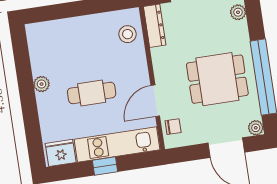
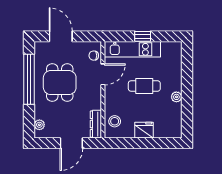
dining table: (217, 79) -> (60, 83), turned 90
plant: (256, 128) -> (39, 47), removed
fridge: (61, 153) -> (144, 130), moved, turned 180

